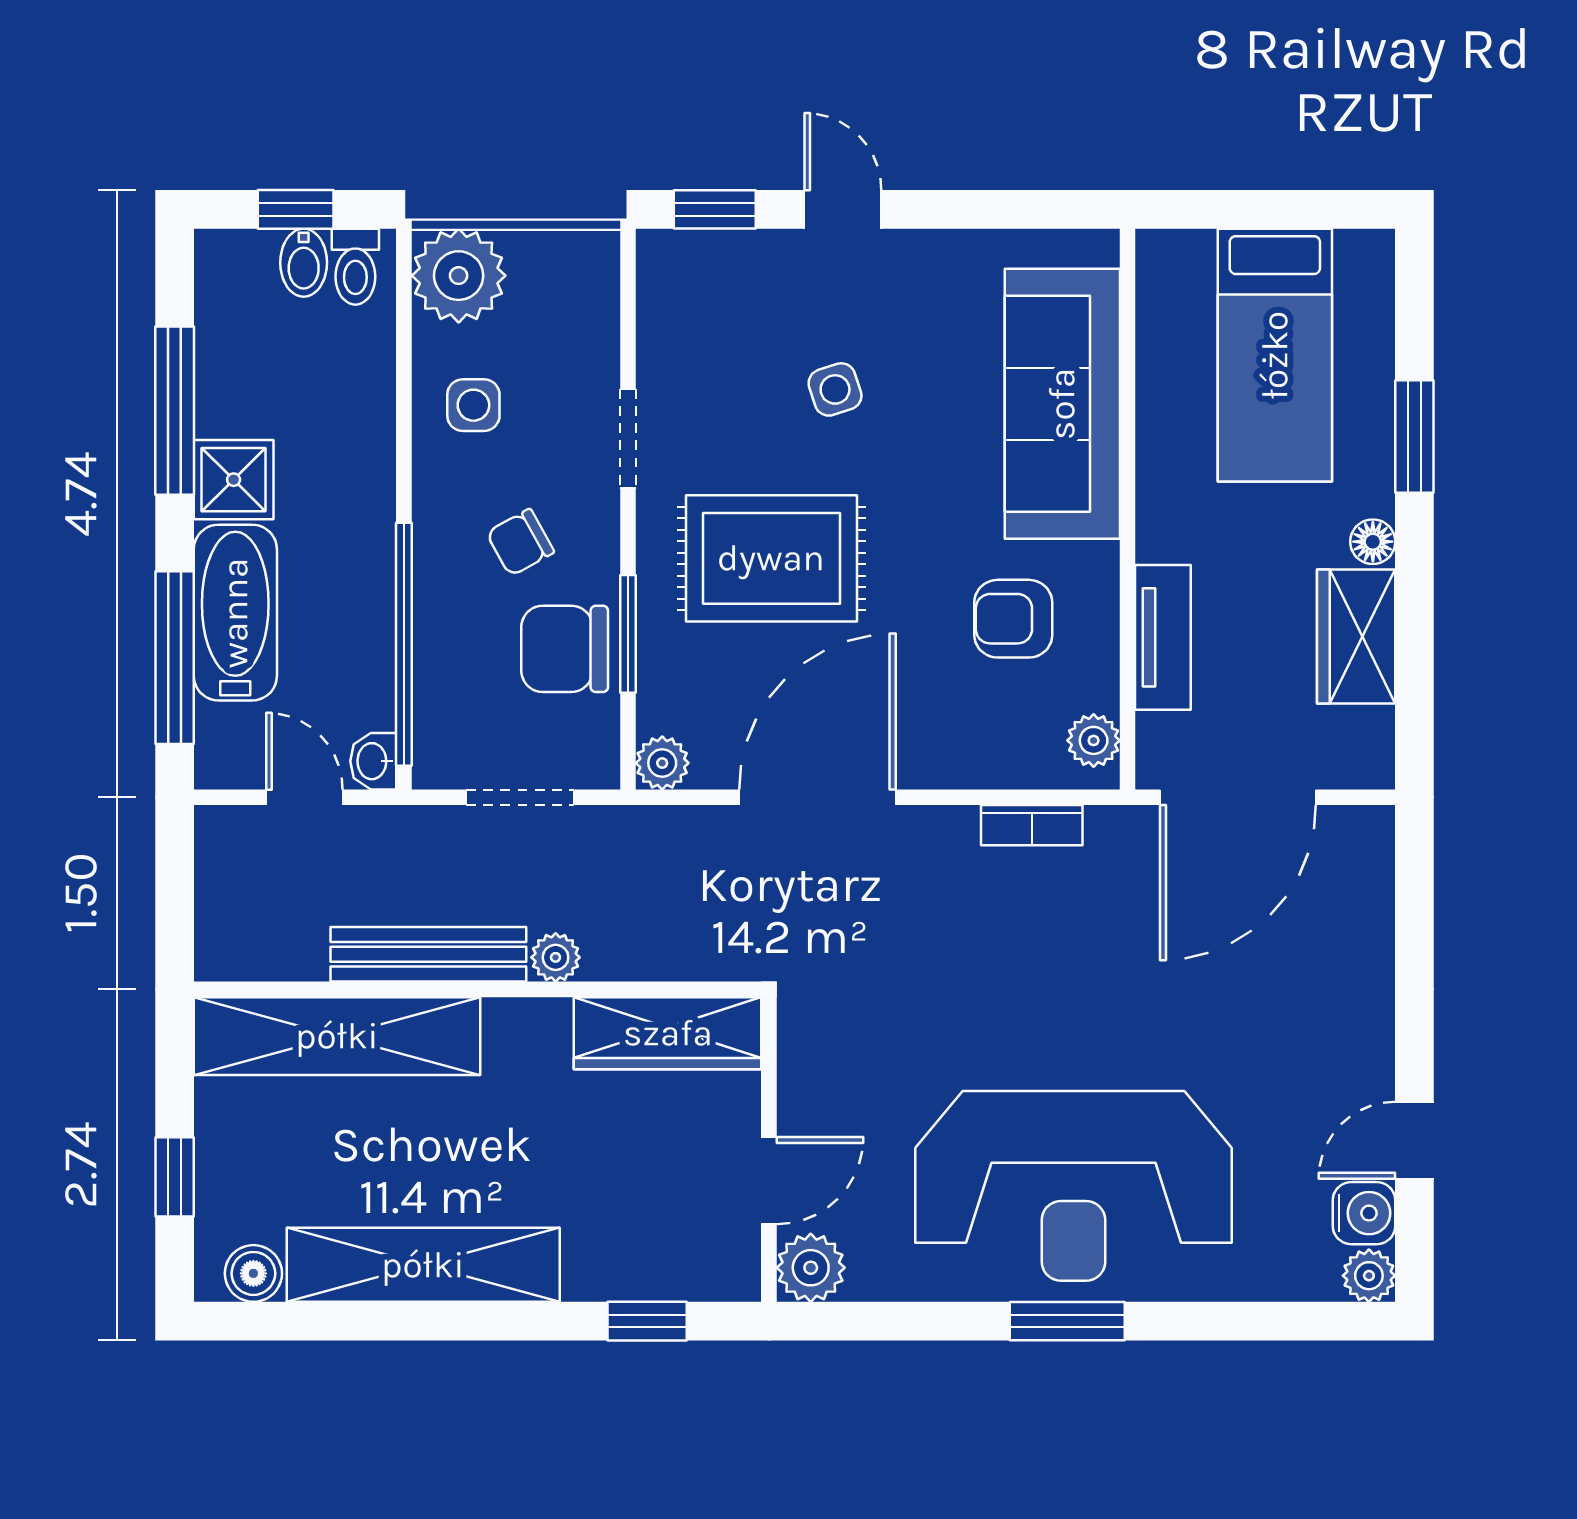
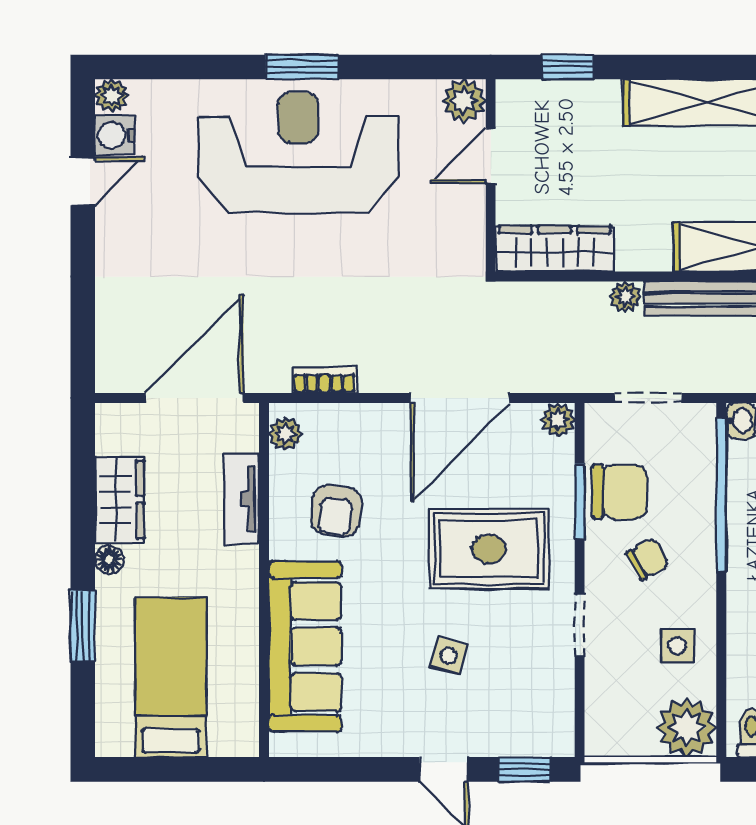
side table: (835, 389) -> (449, 656), turned 34
armchair: (1013, 619) -> (336, 511), turned 97

